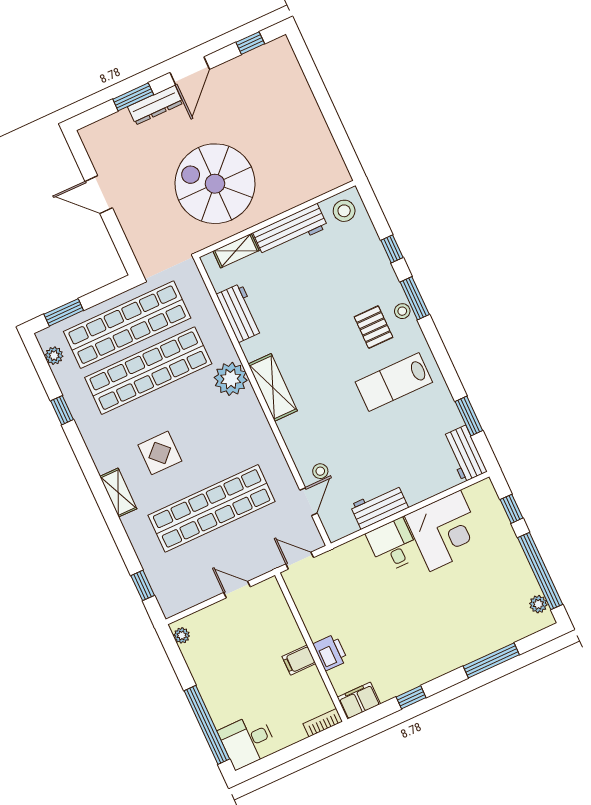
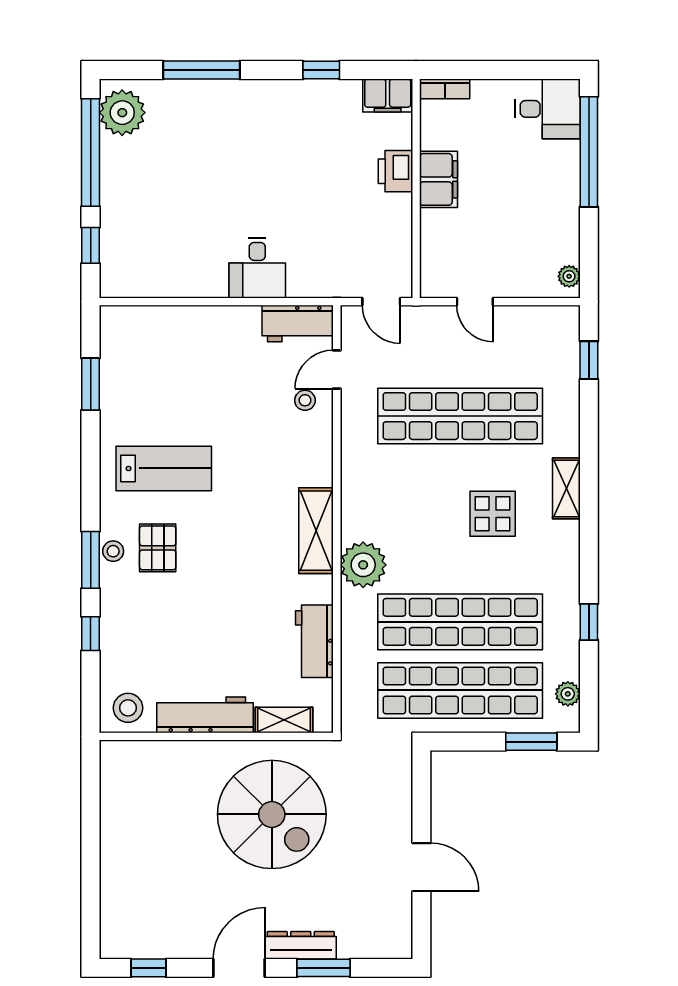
workbench: (464, 454) -> (117, 340), removed
workbench: (379, 506) -> (298, 323), moved
corner desk: (445, 531) -> (185, 256), removed
plant: (538, 604) -> (122, 113), width x1.88, depth x1.88
filing cabinet: (299, 660) -> (438, 179), width x2.00

